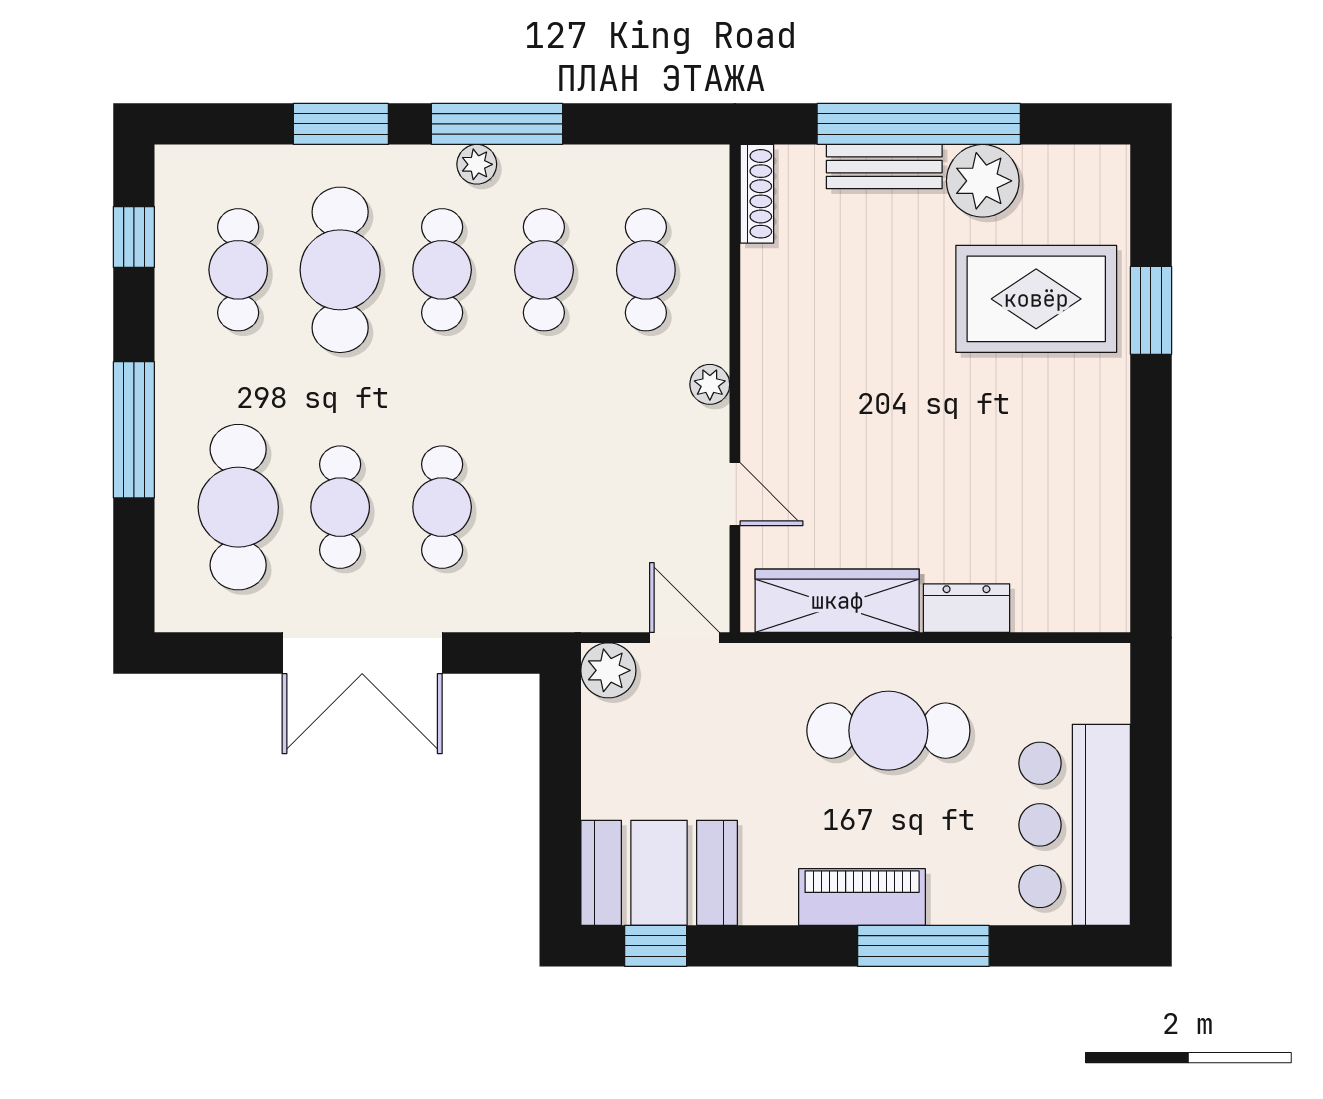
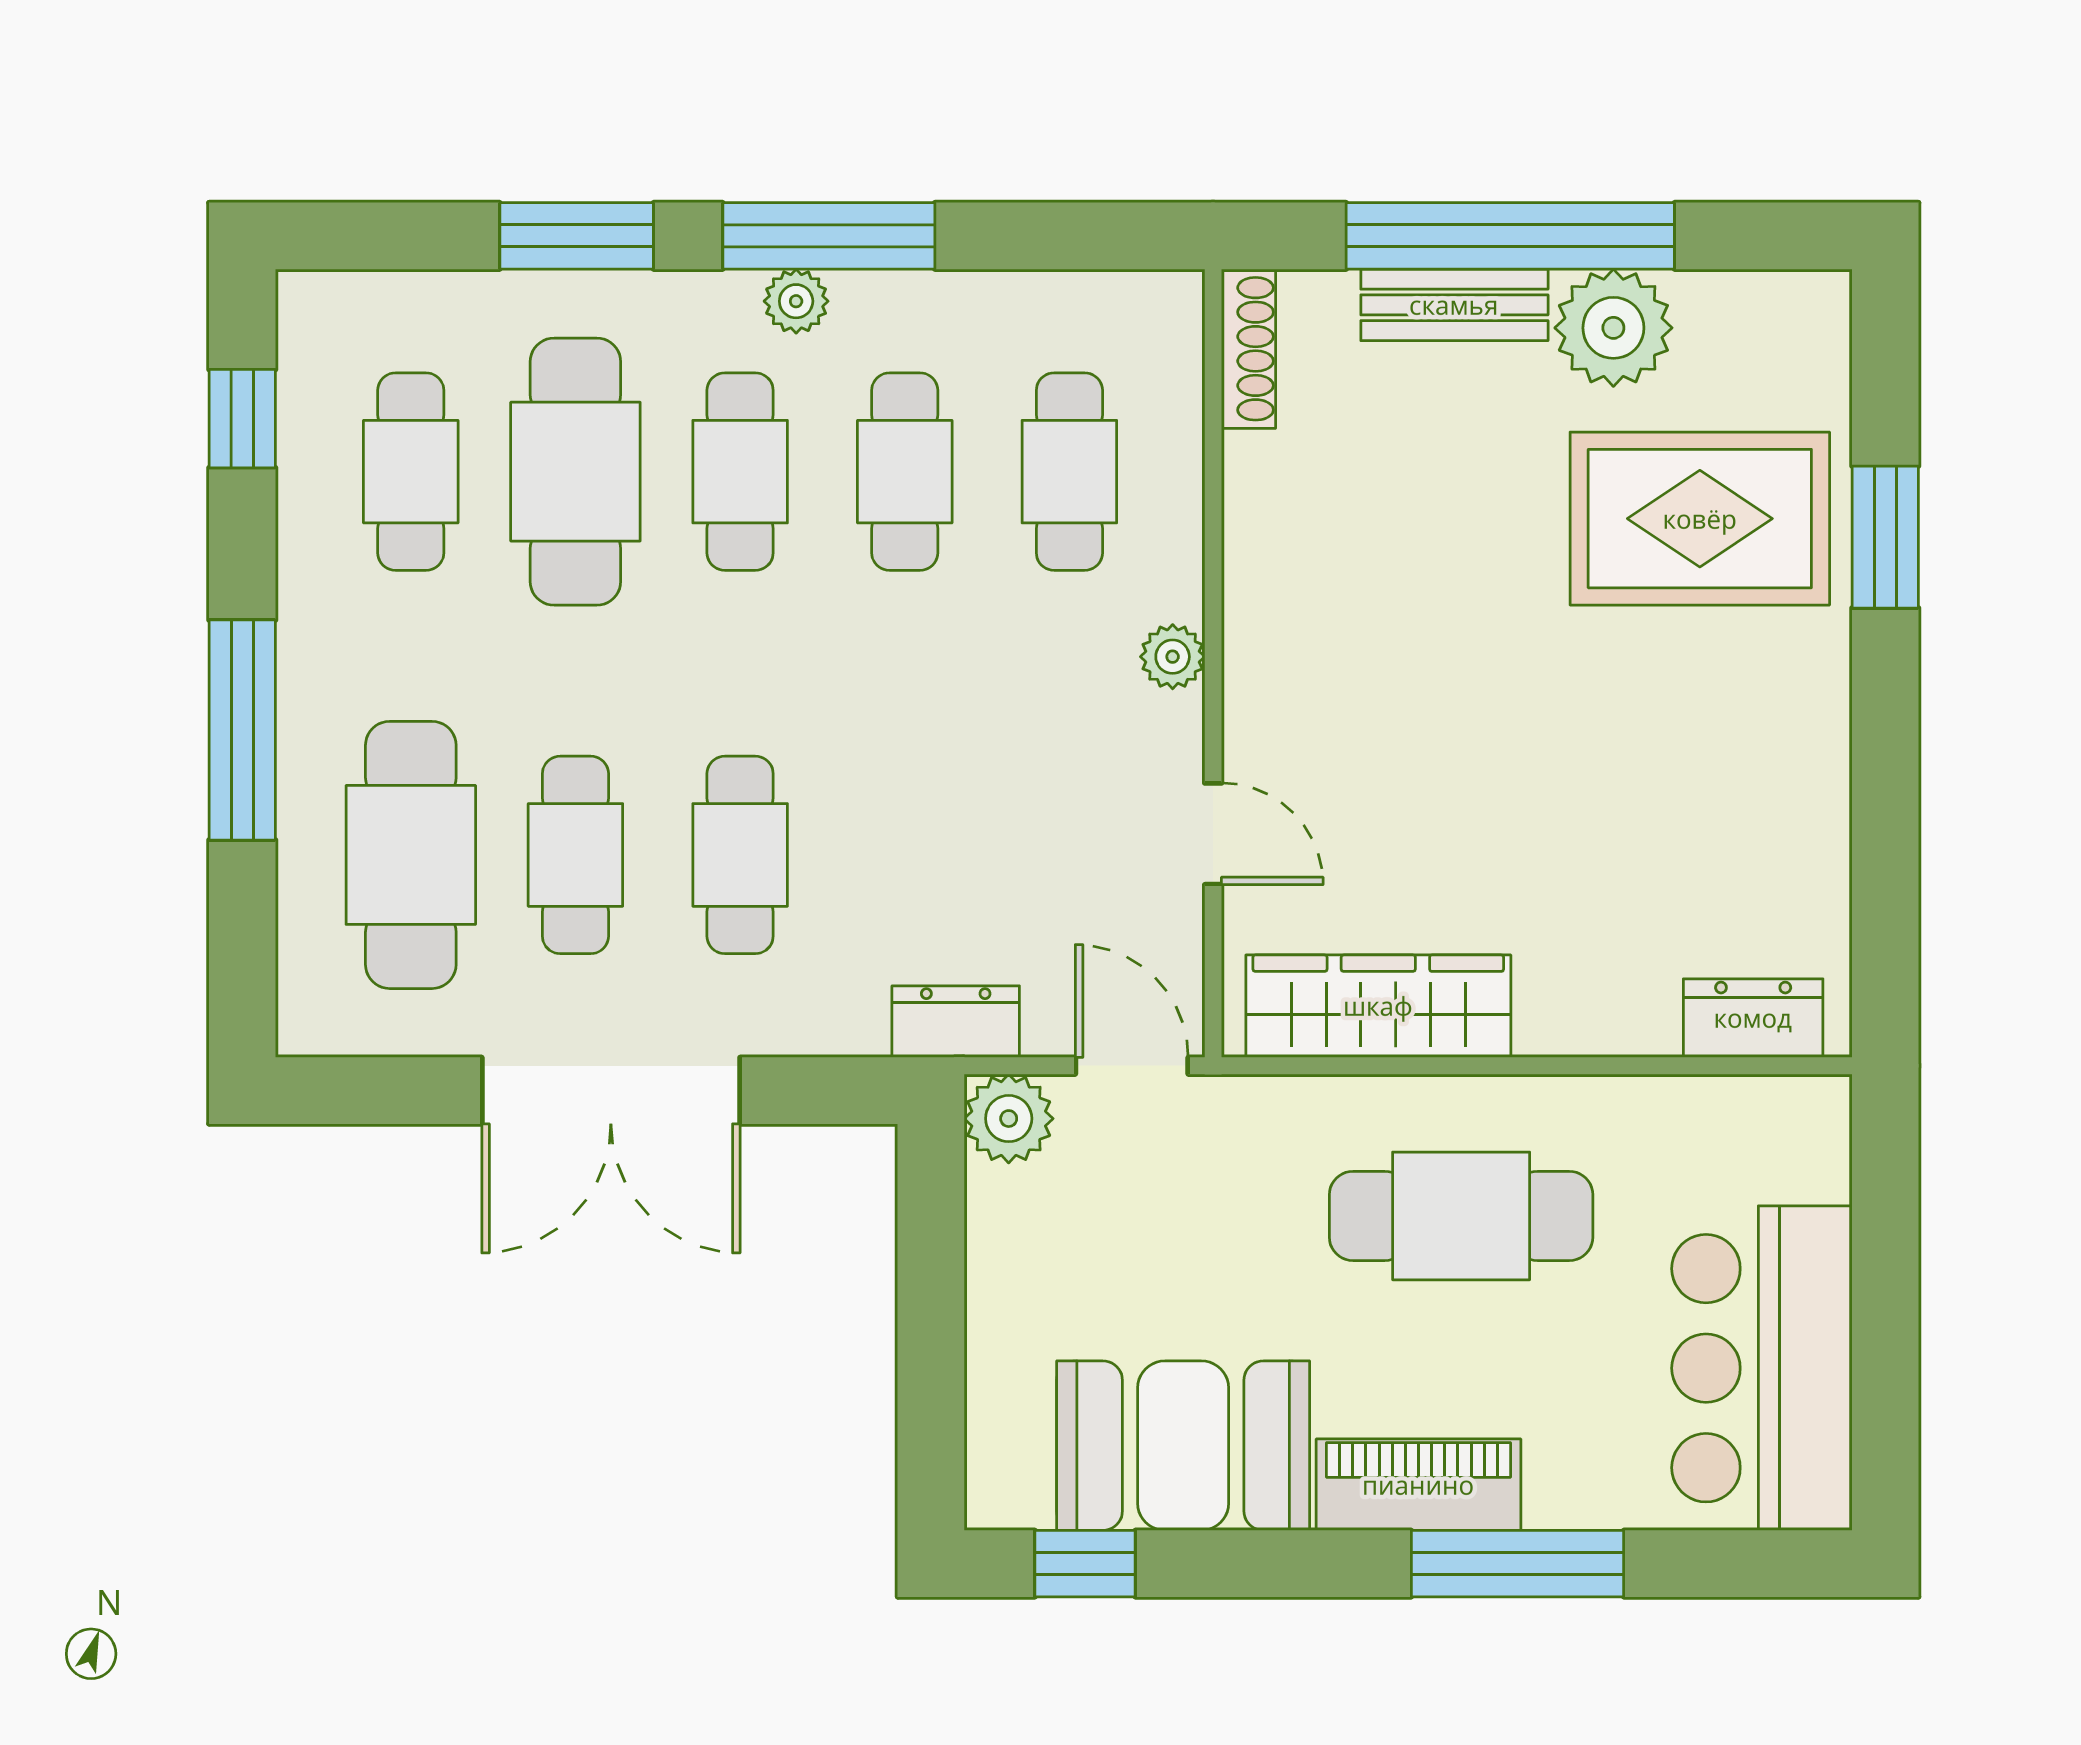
dresser: (966, 608) -> (1753, 1018), moved
dresser: (576, 610) -> (956, 1022), added
booth: (659, 873) -> (1183, 1446), moved

